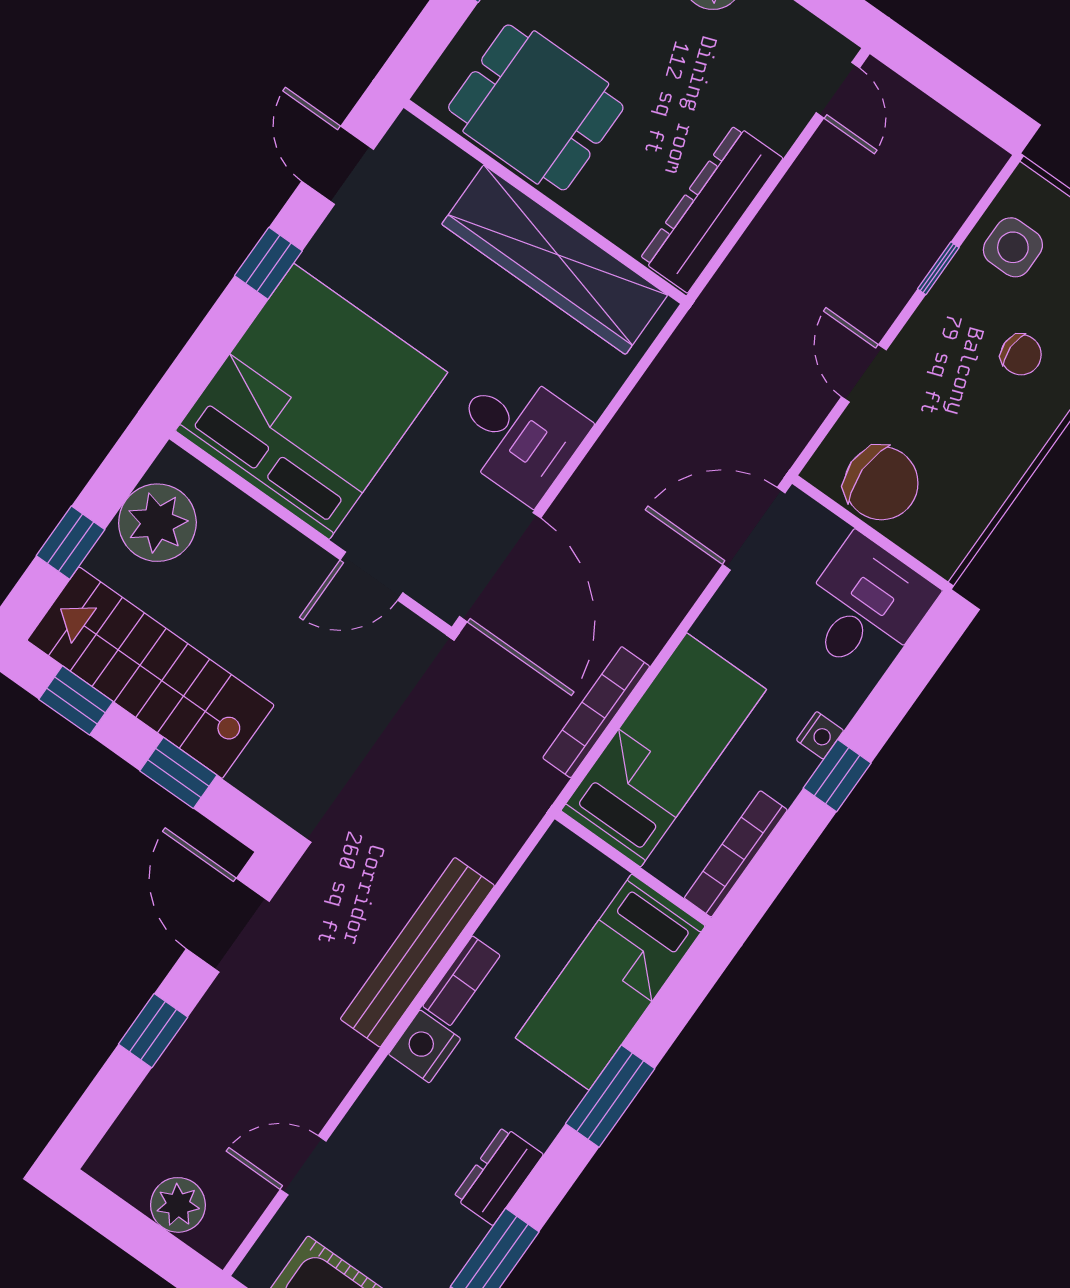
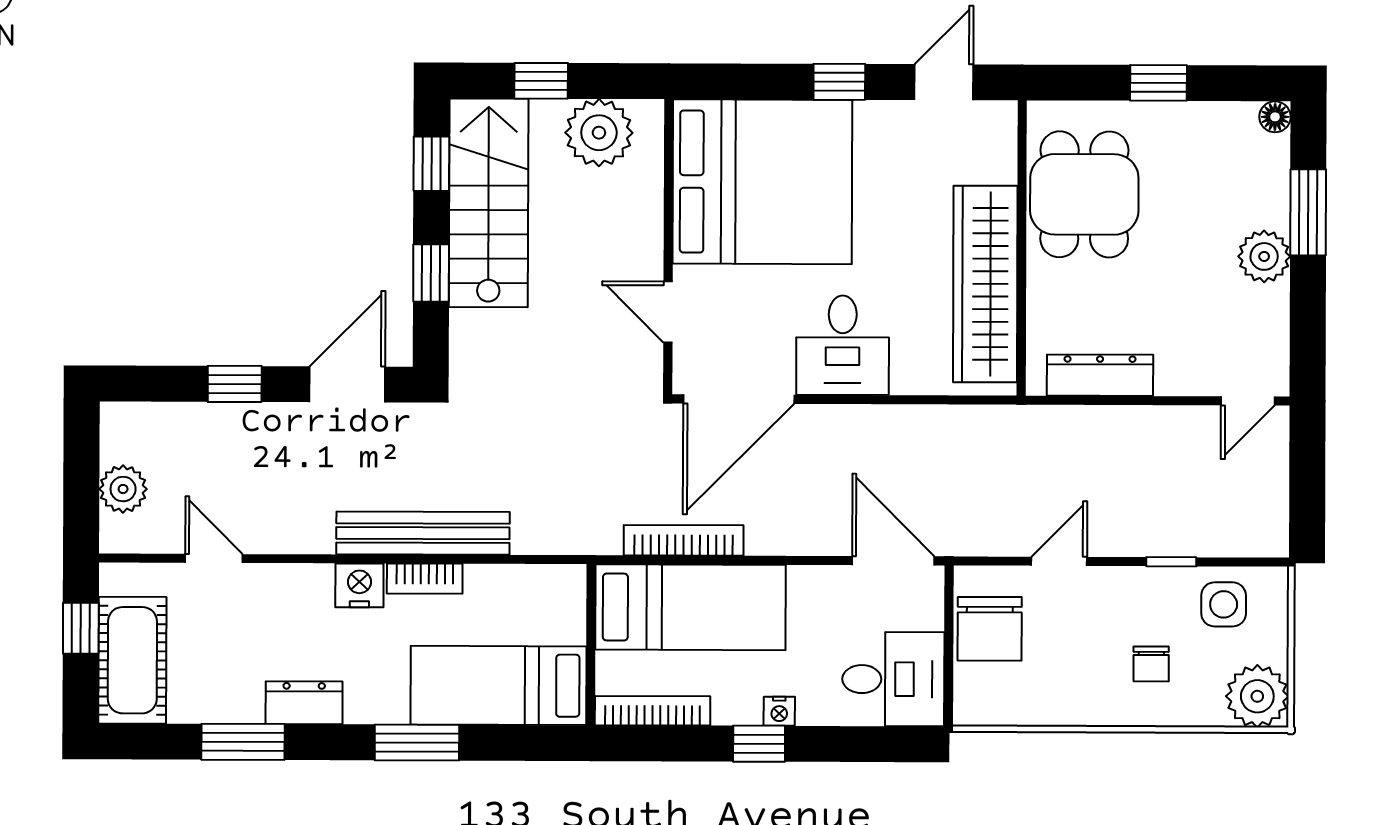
dresser: (711, 209) -> (1100, 375), width x0.73, depth x0.80

